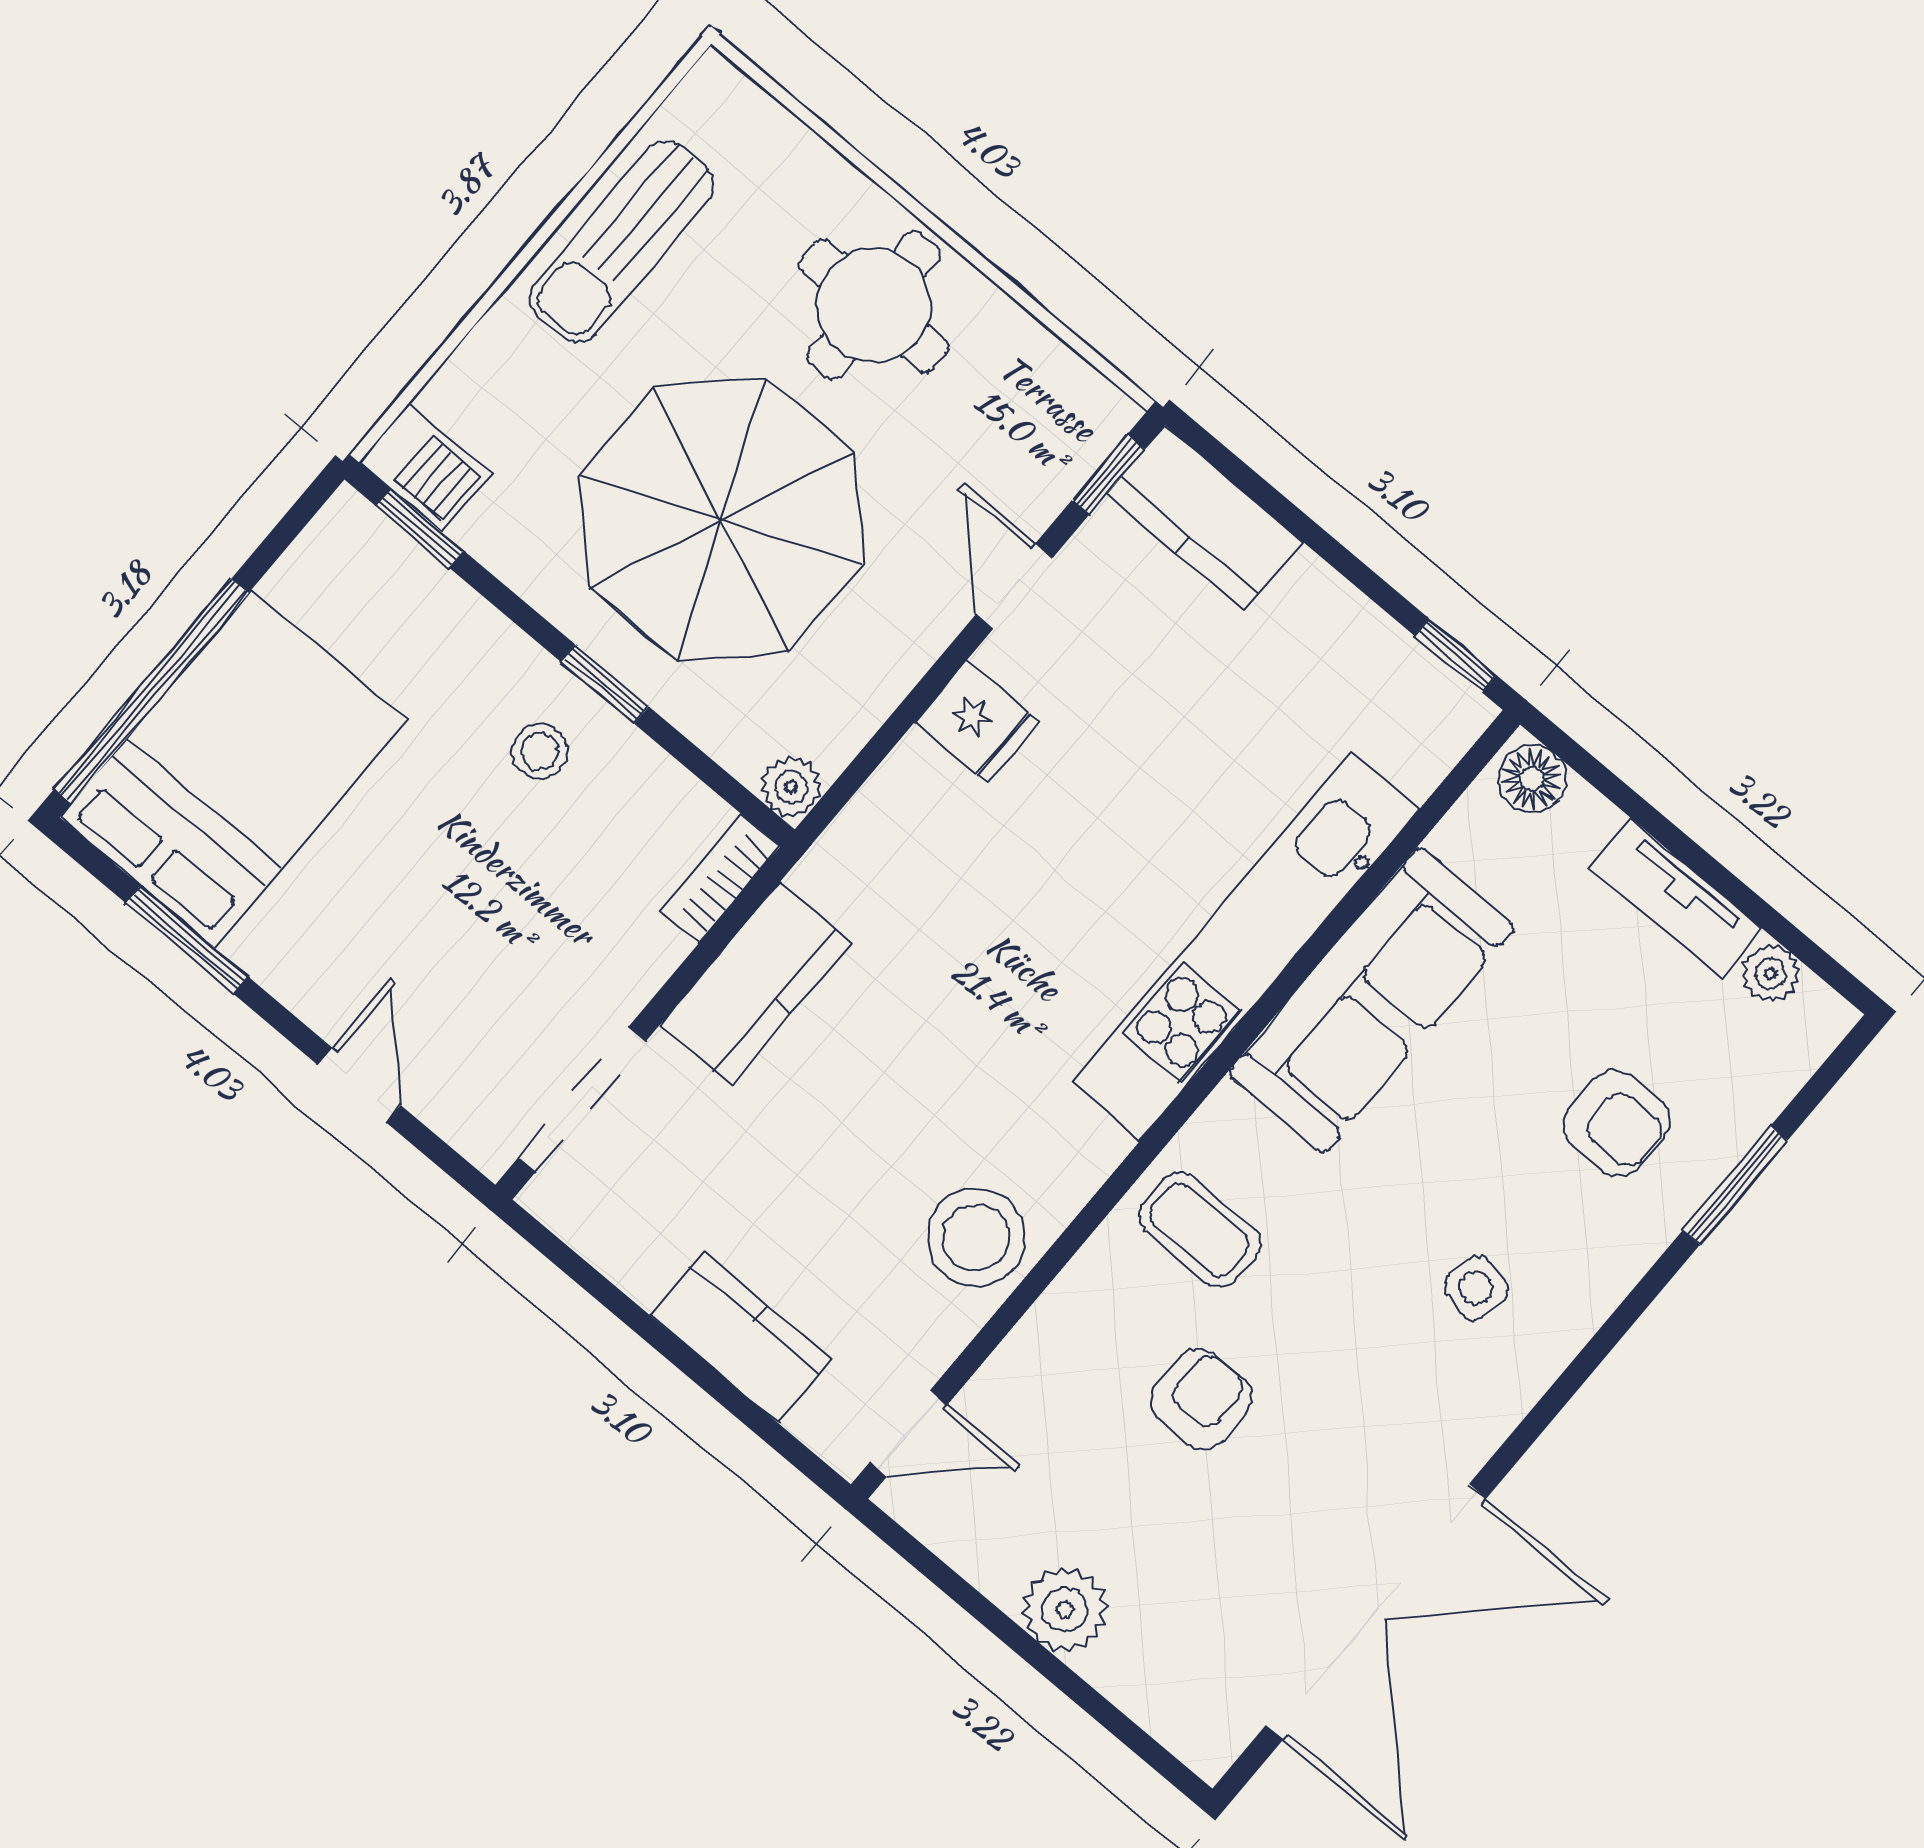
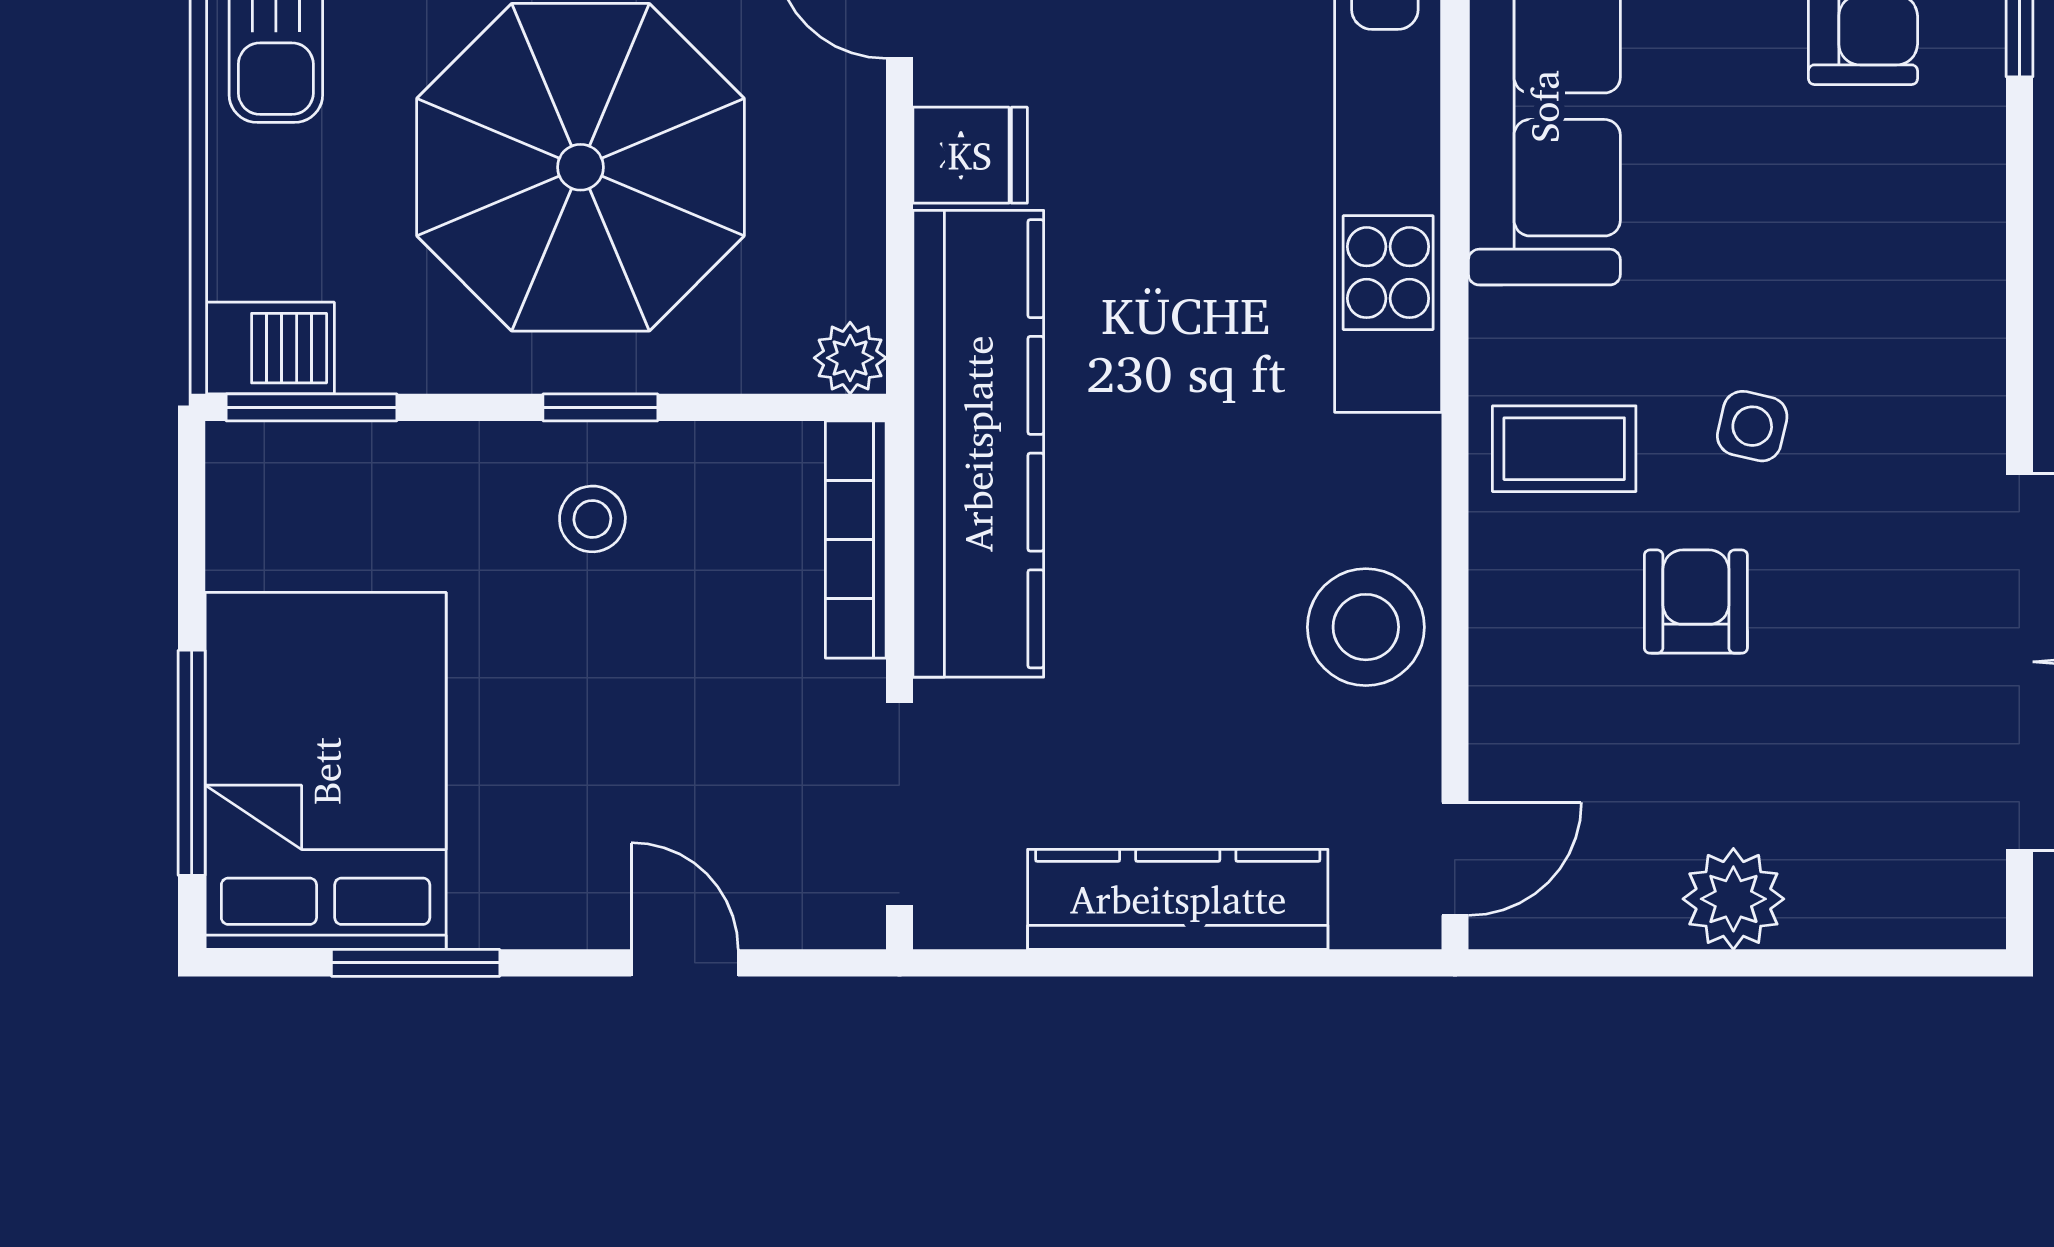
window: (420, 528) -> (311, 407), width x1.50
window: (151, 691) -> (192, 763), width x0.68
bookcase: (720, 879) -> (856, 539), width x1.56
kitchen counter: (756, 984) -> (978, 444), width x2.08, depth x1.17
side table: (1476, 1288) -> (1752, 426), moved
kitchen counter: (741, 1337) -> (1178, 899), width x1.50

